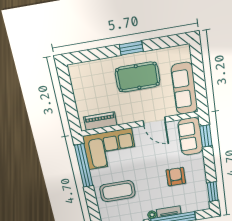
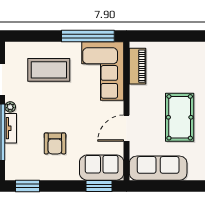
armchair: (176, 177) -> (55, 143), turned 90
coffee table: (117, 191) -> (49, 70), turned 90

